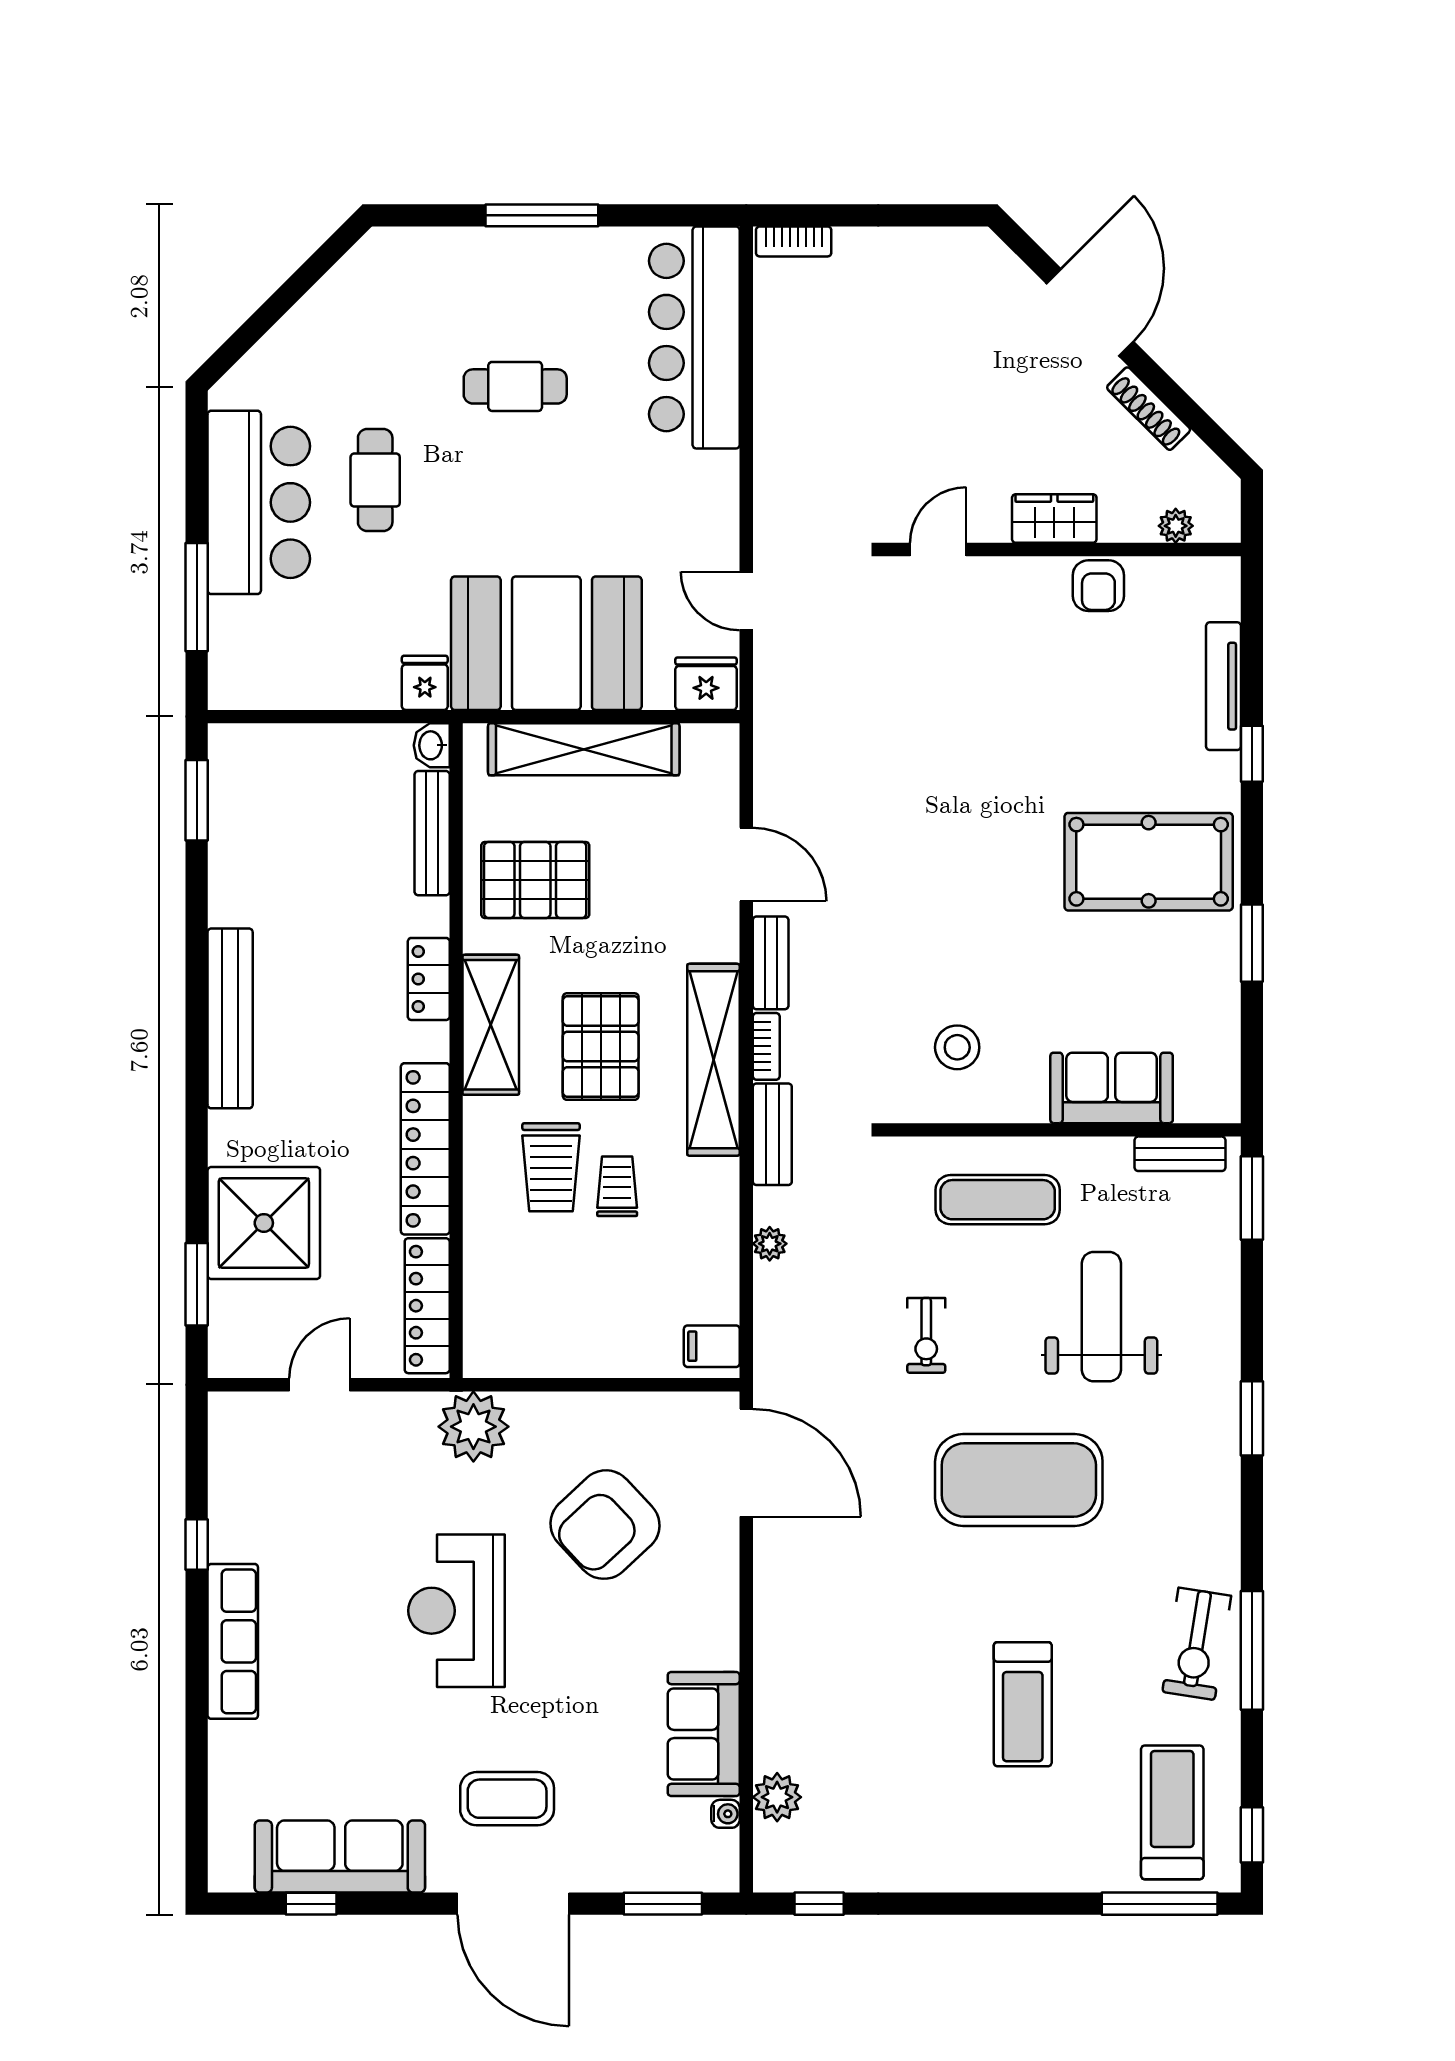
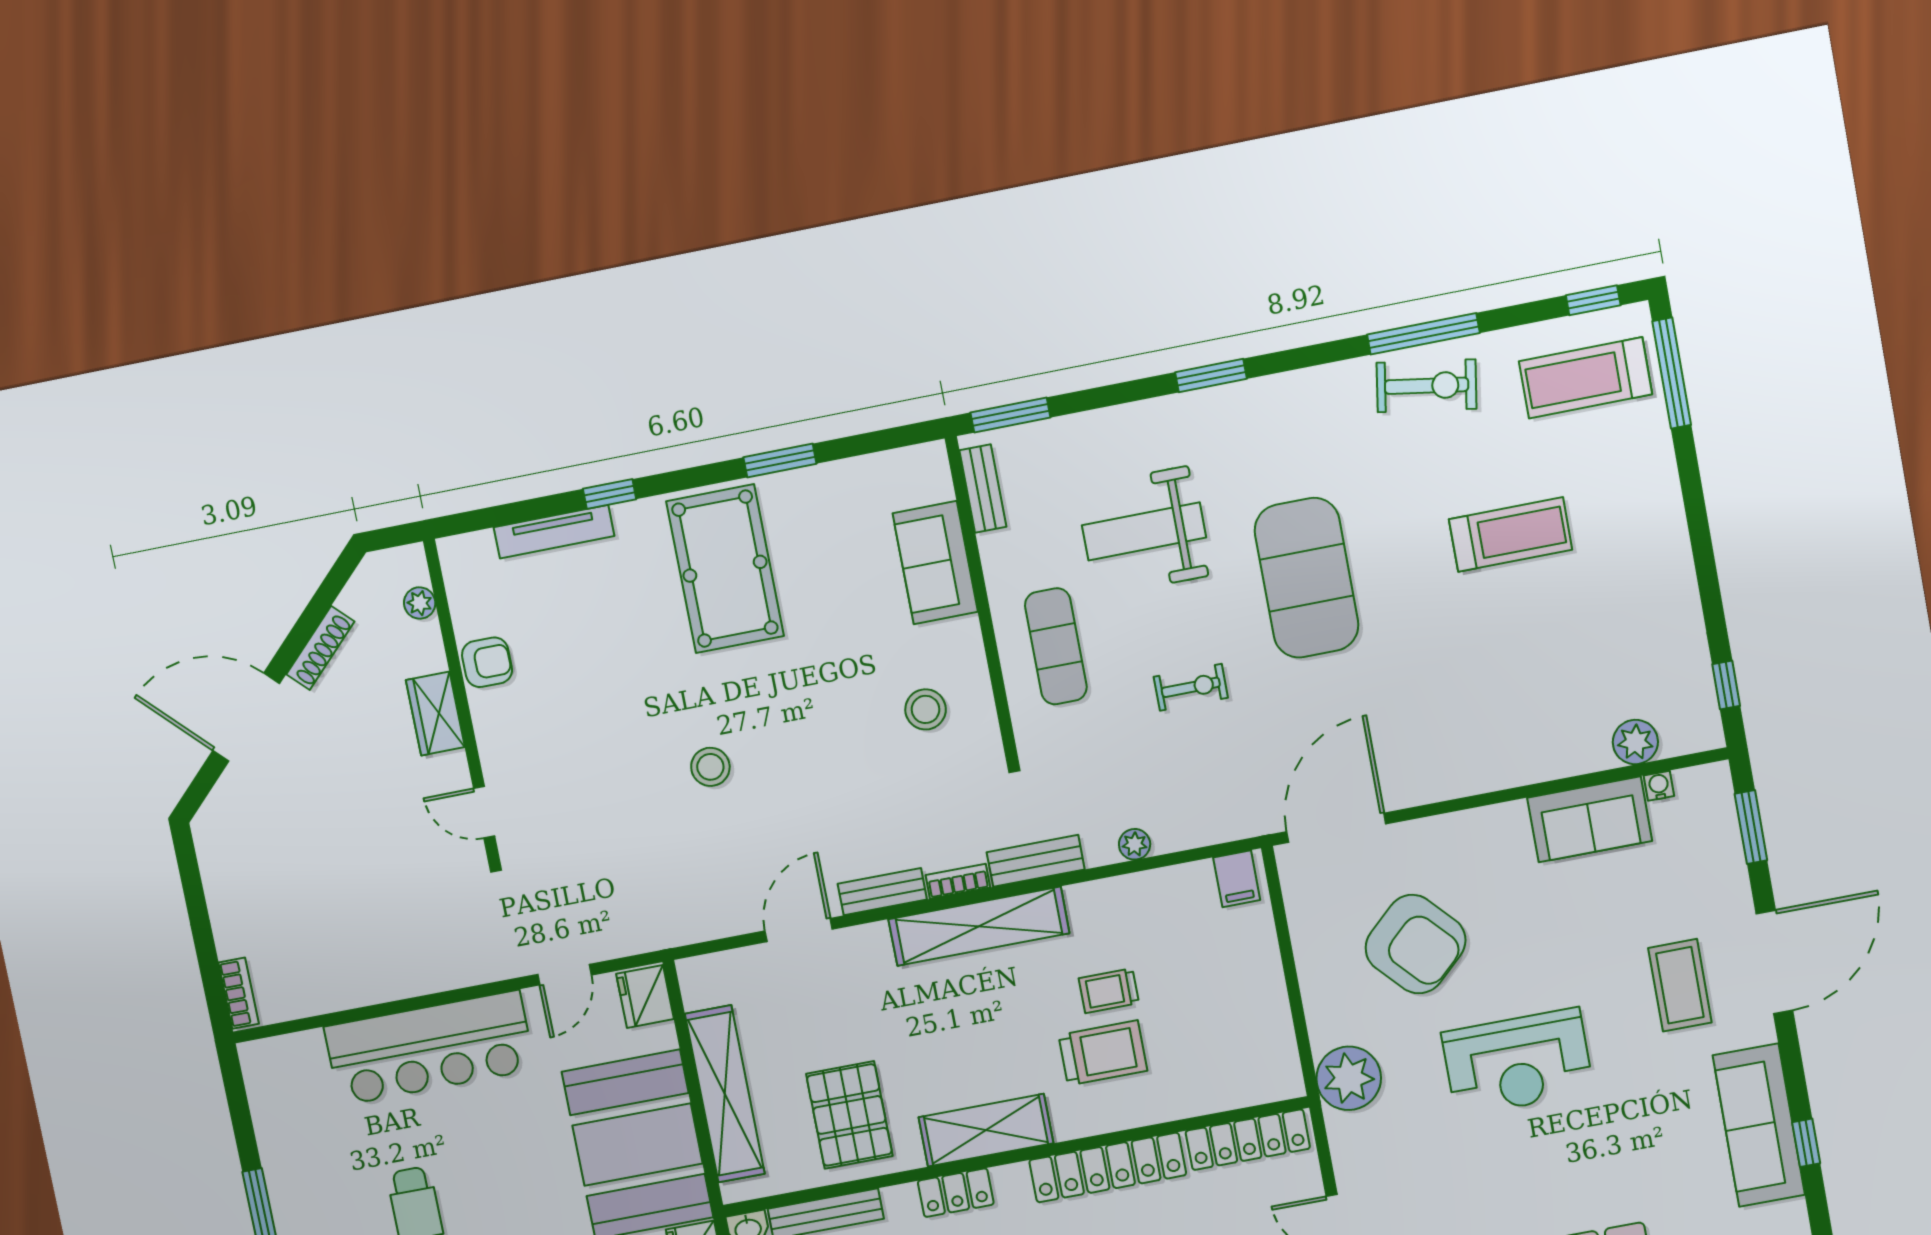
bar counter: (694, 337) -> (430, 1048), moved
stool: (940, 804) -> (710, 767), added
pallet: (601, 1047) -> (986, 1029), removed

